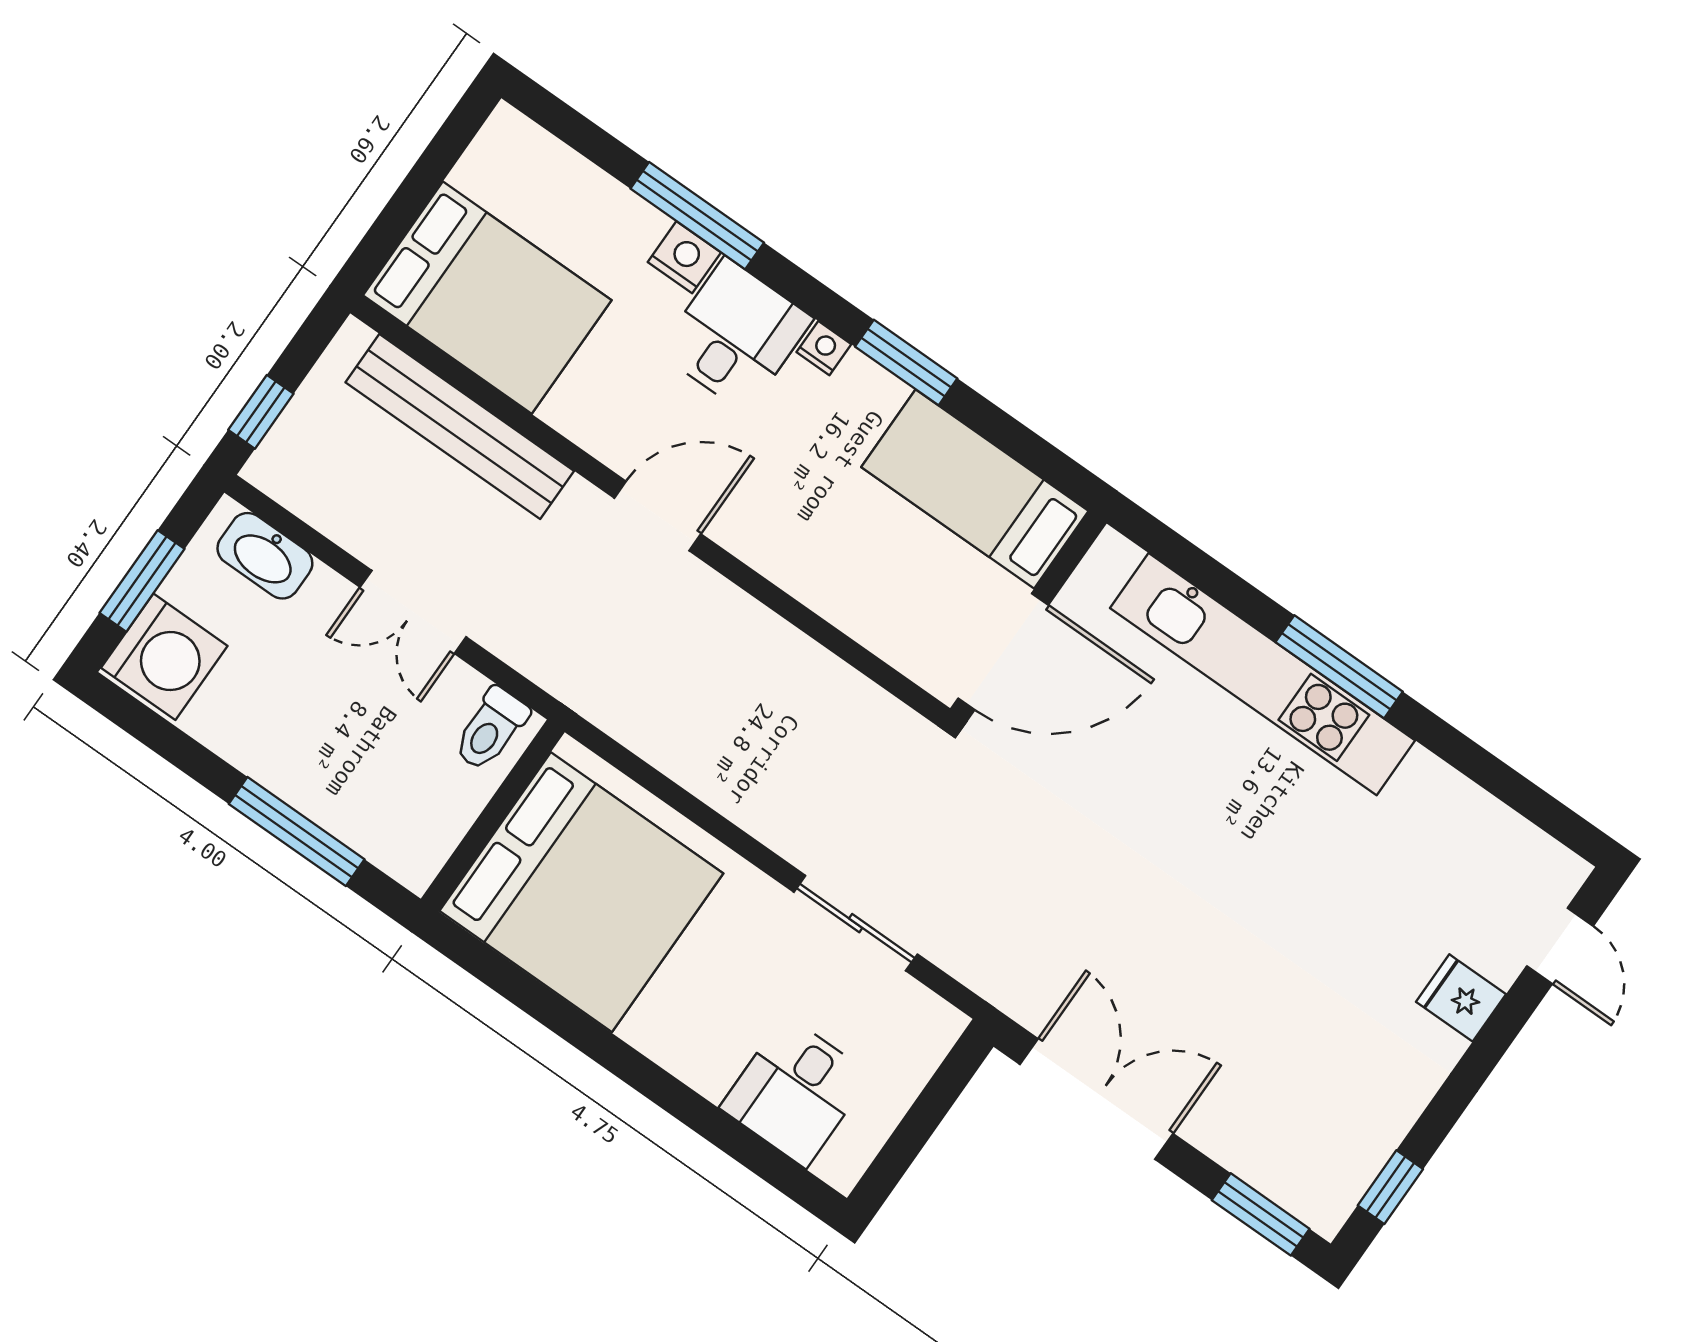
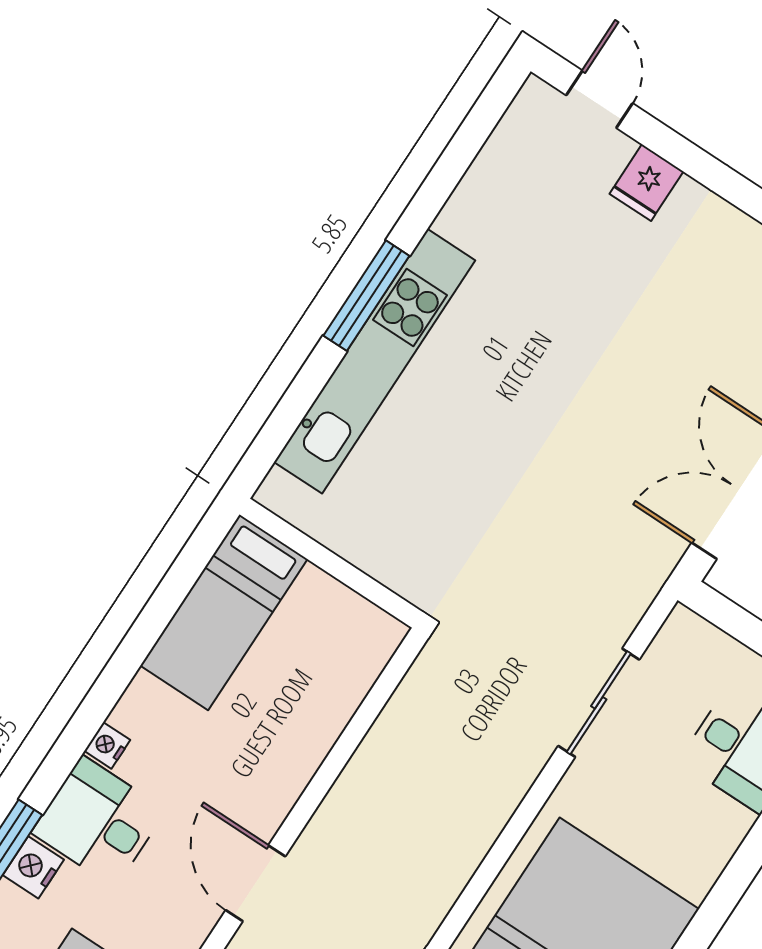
window: (906, 362) -> (117, 675), removed
door: (1003, 652) -> (362, 584), removed
door: (1560, 946) -> (599, 99), hinge flipped

